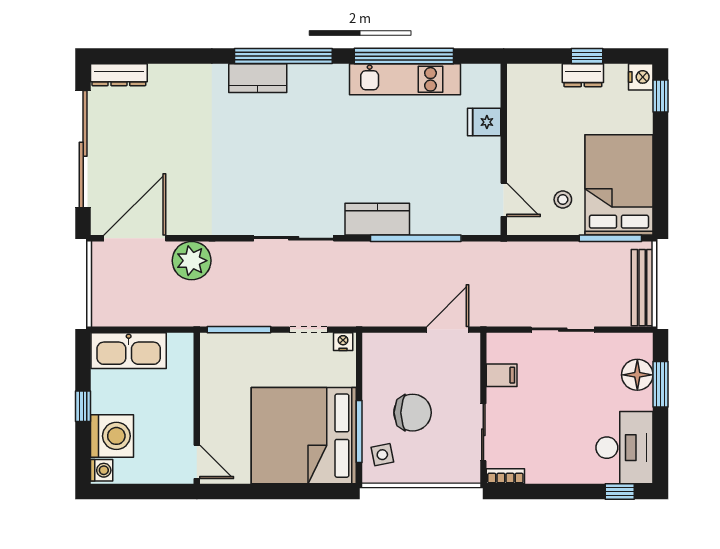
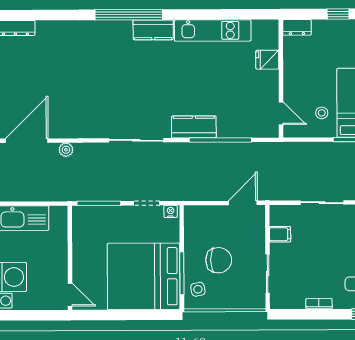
window: (404, 56) -> (212, 14), removed
dresser: (583, 75) -> (297, 27), moved
kitchen counter: (258, 78) -> (153, 30), moved
plant: (192, 261) -> (66, 150), width x0.53, depth x0.53
bookcase: (505, 476) -> (319, 304), moved

